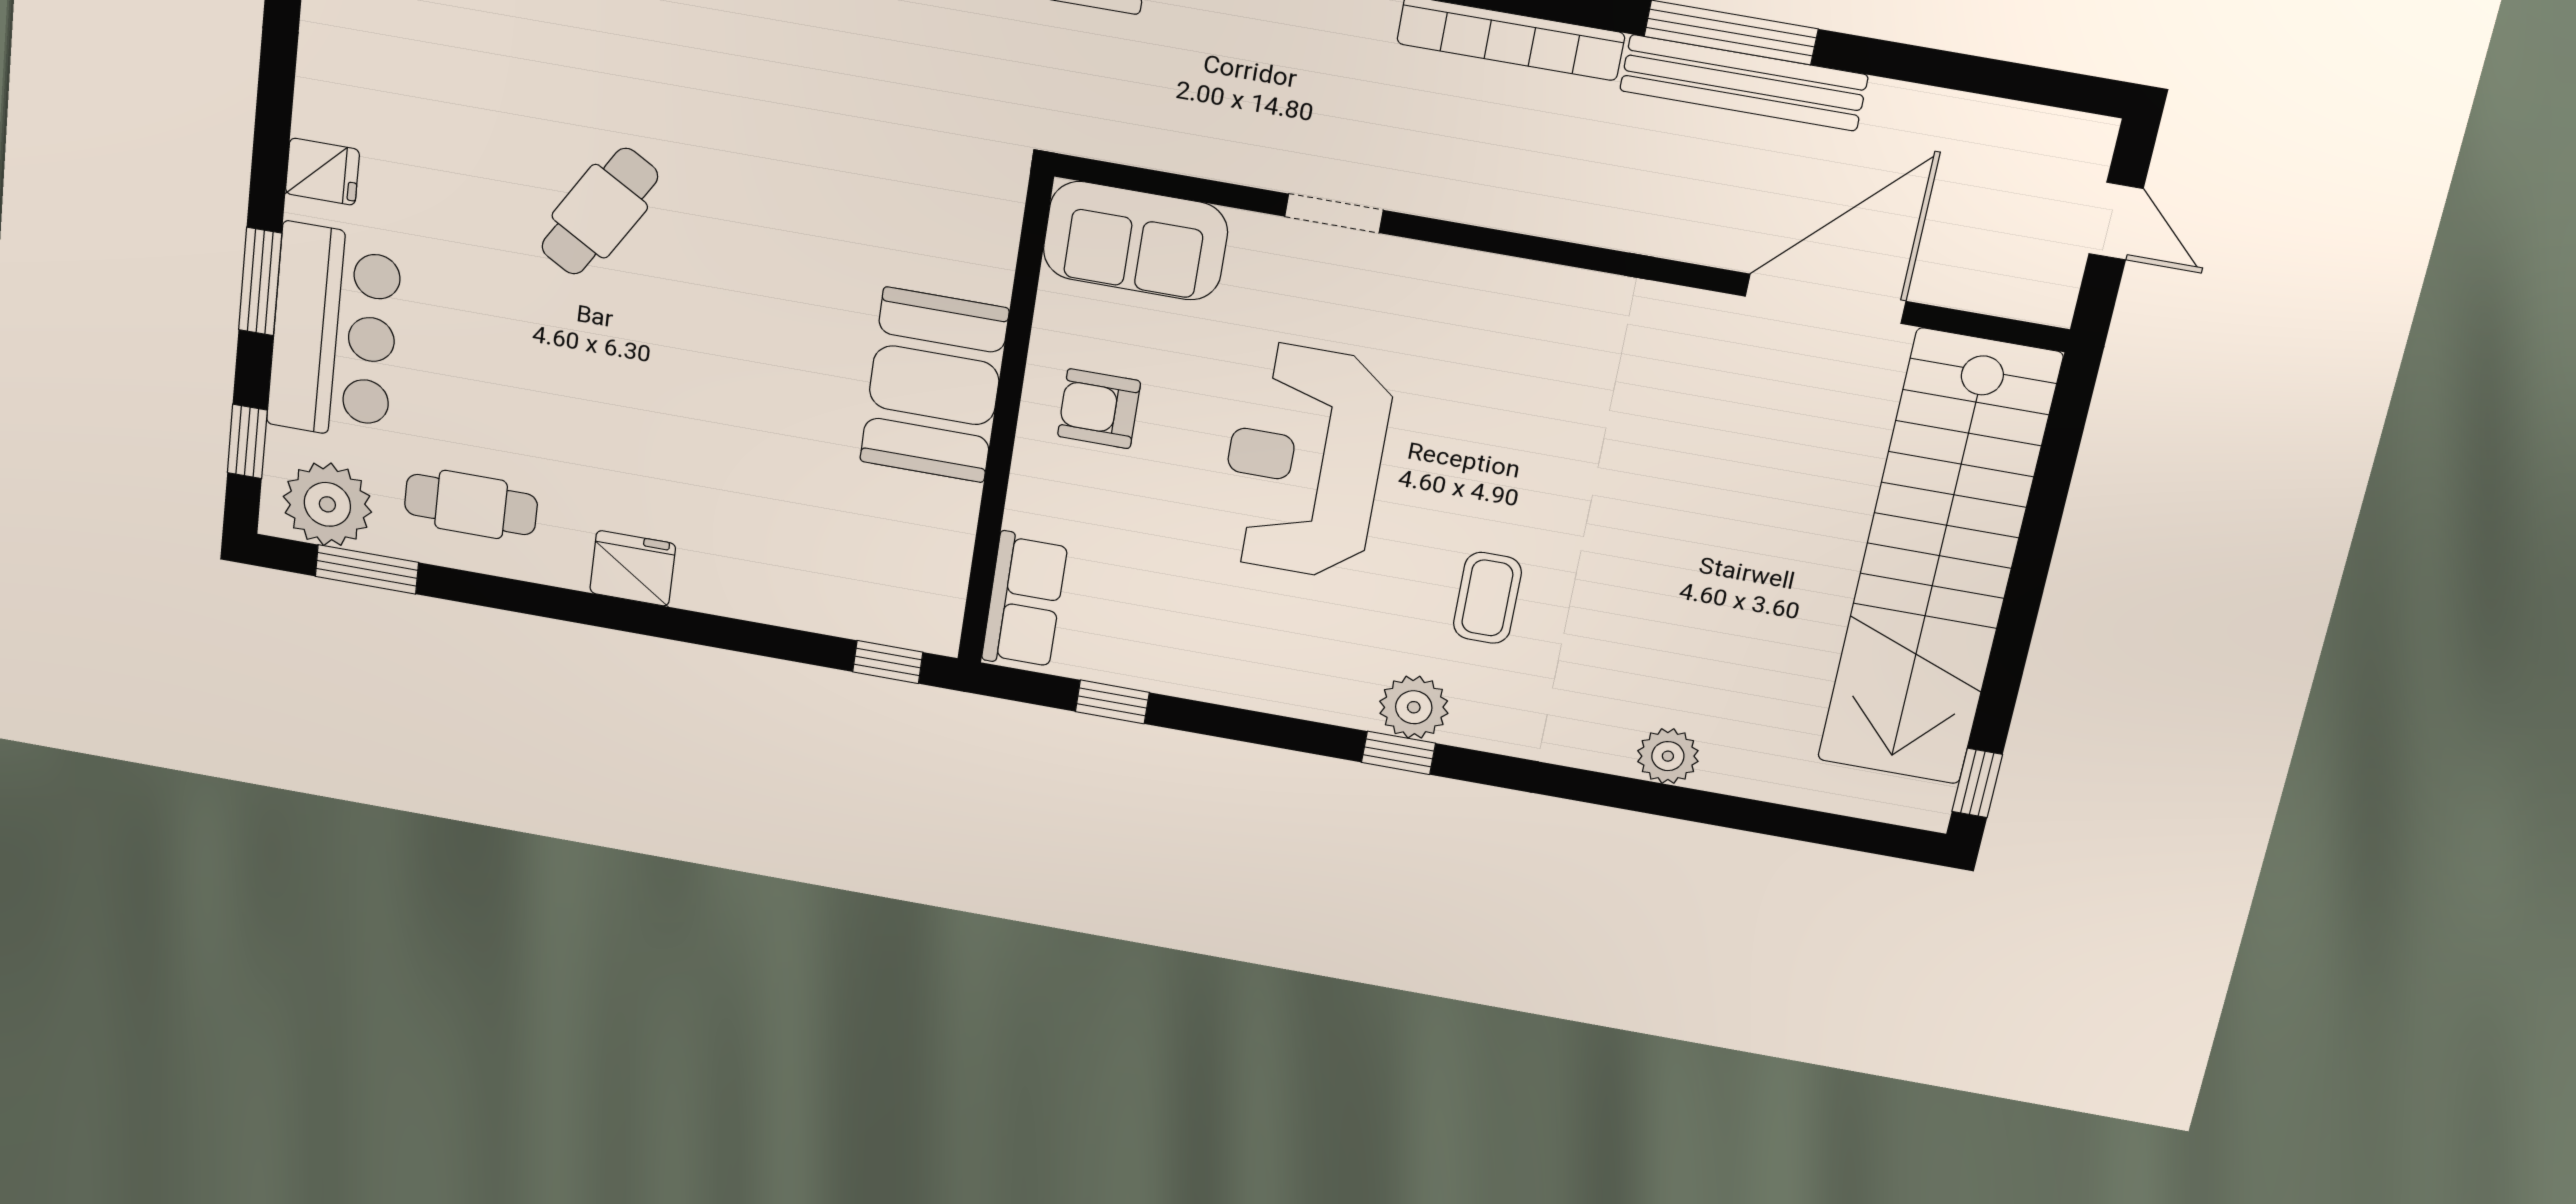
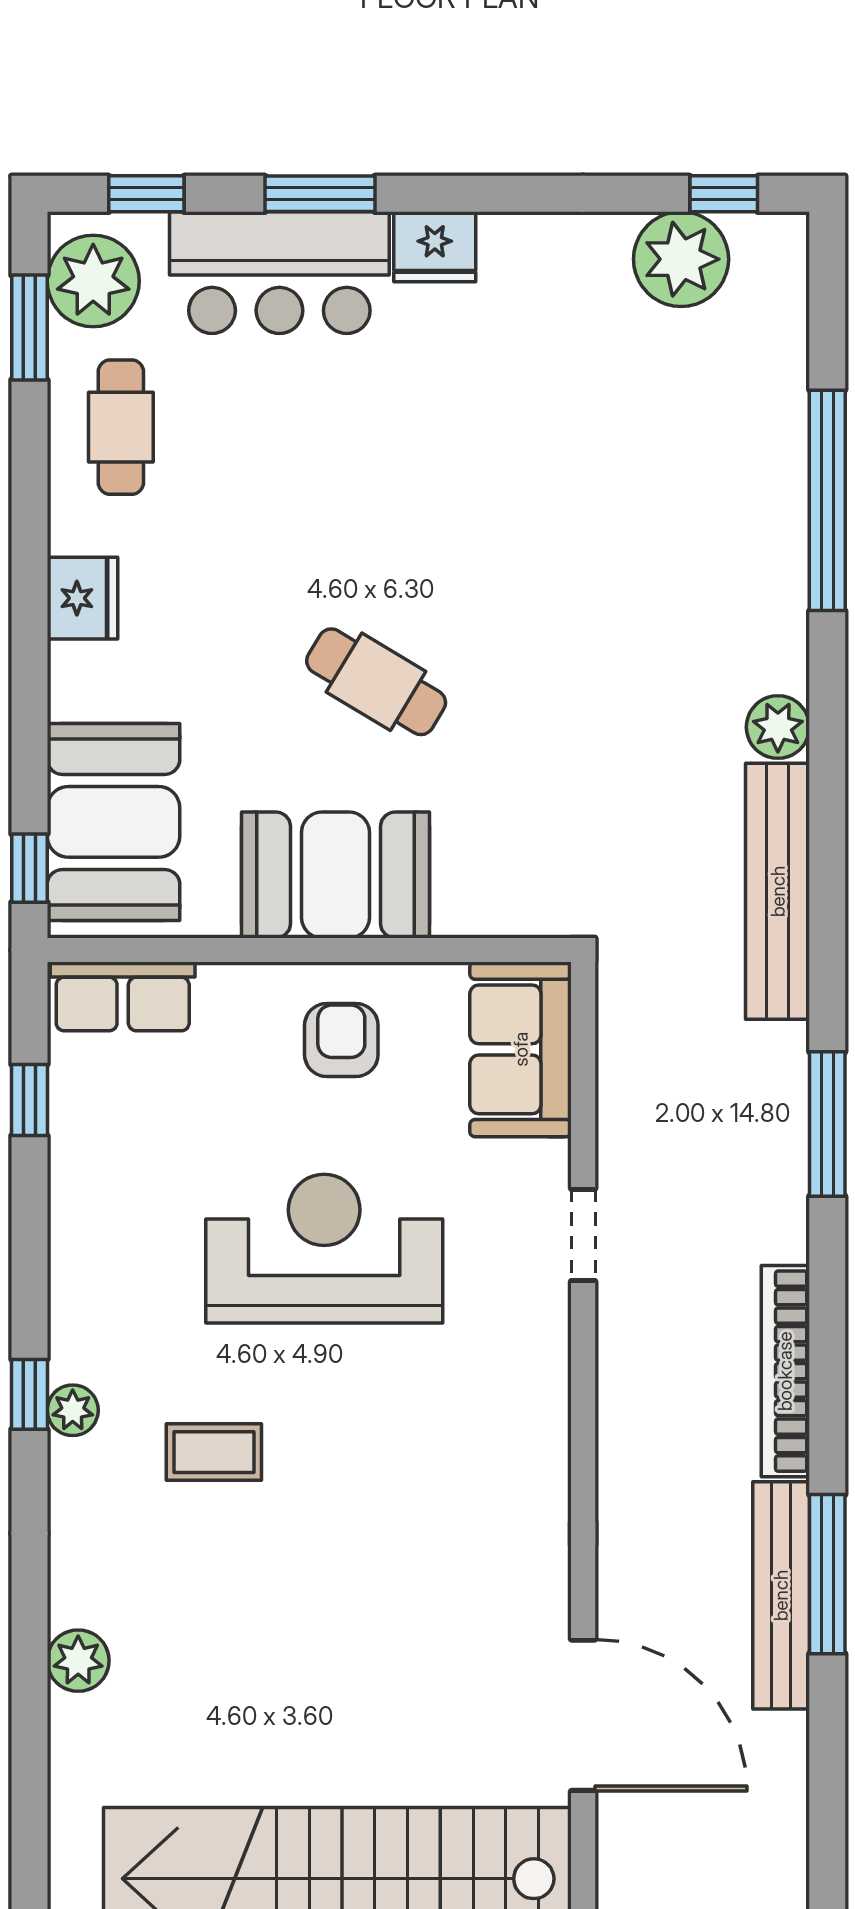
fridge: (322, 172) -> (435, 247), width x1.38
cafe table: (600, 211) -> (376, 682), moved
booth: (853, 579) -> (114, 822), added
plant: (1414, 707) -> (73, 1410), width x0.73, depth x0.73

